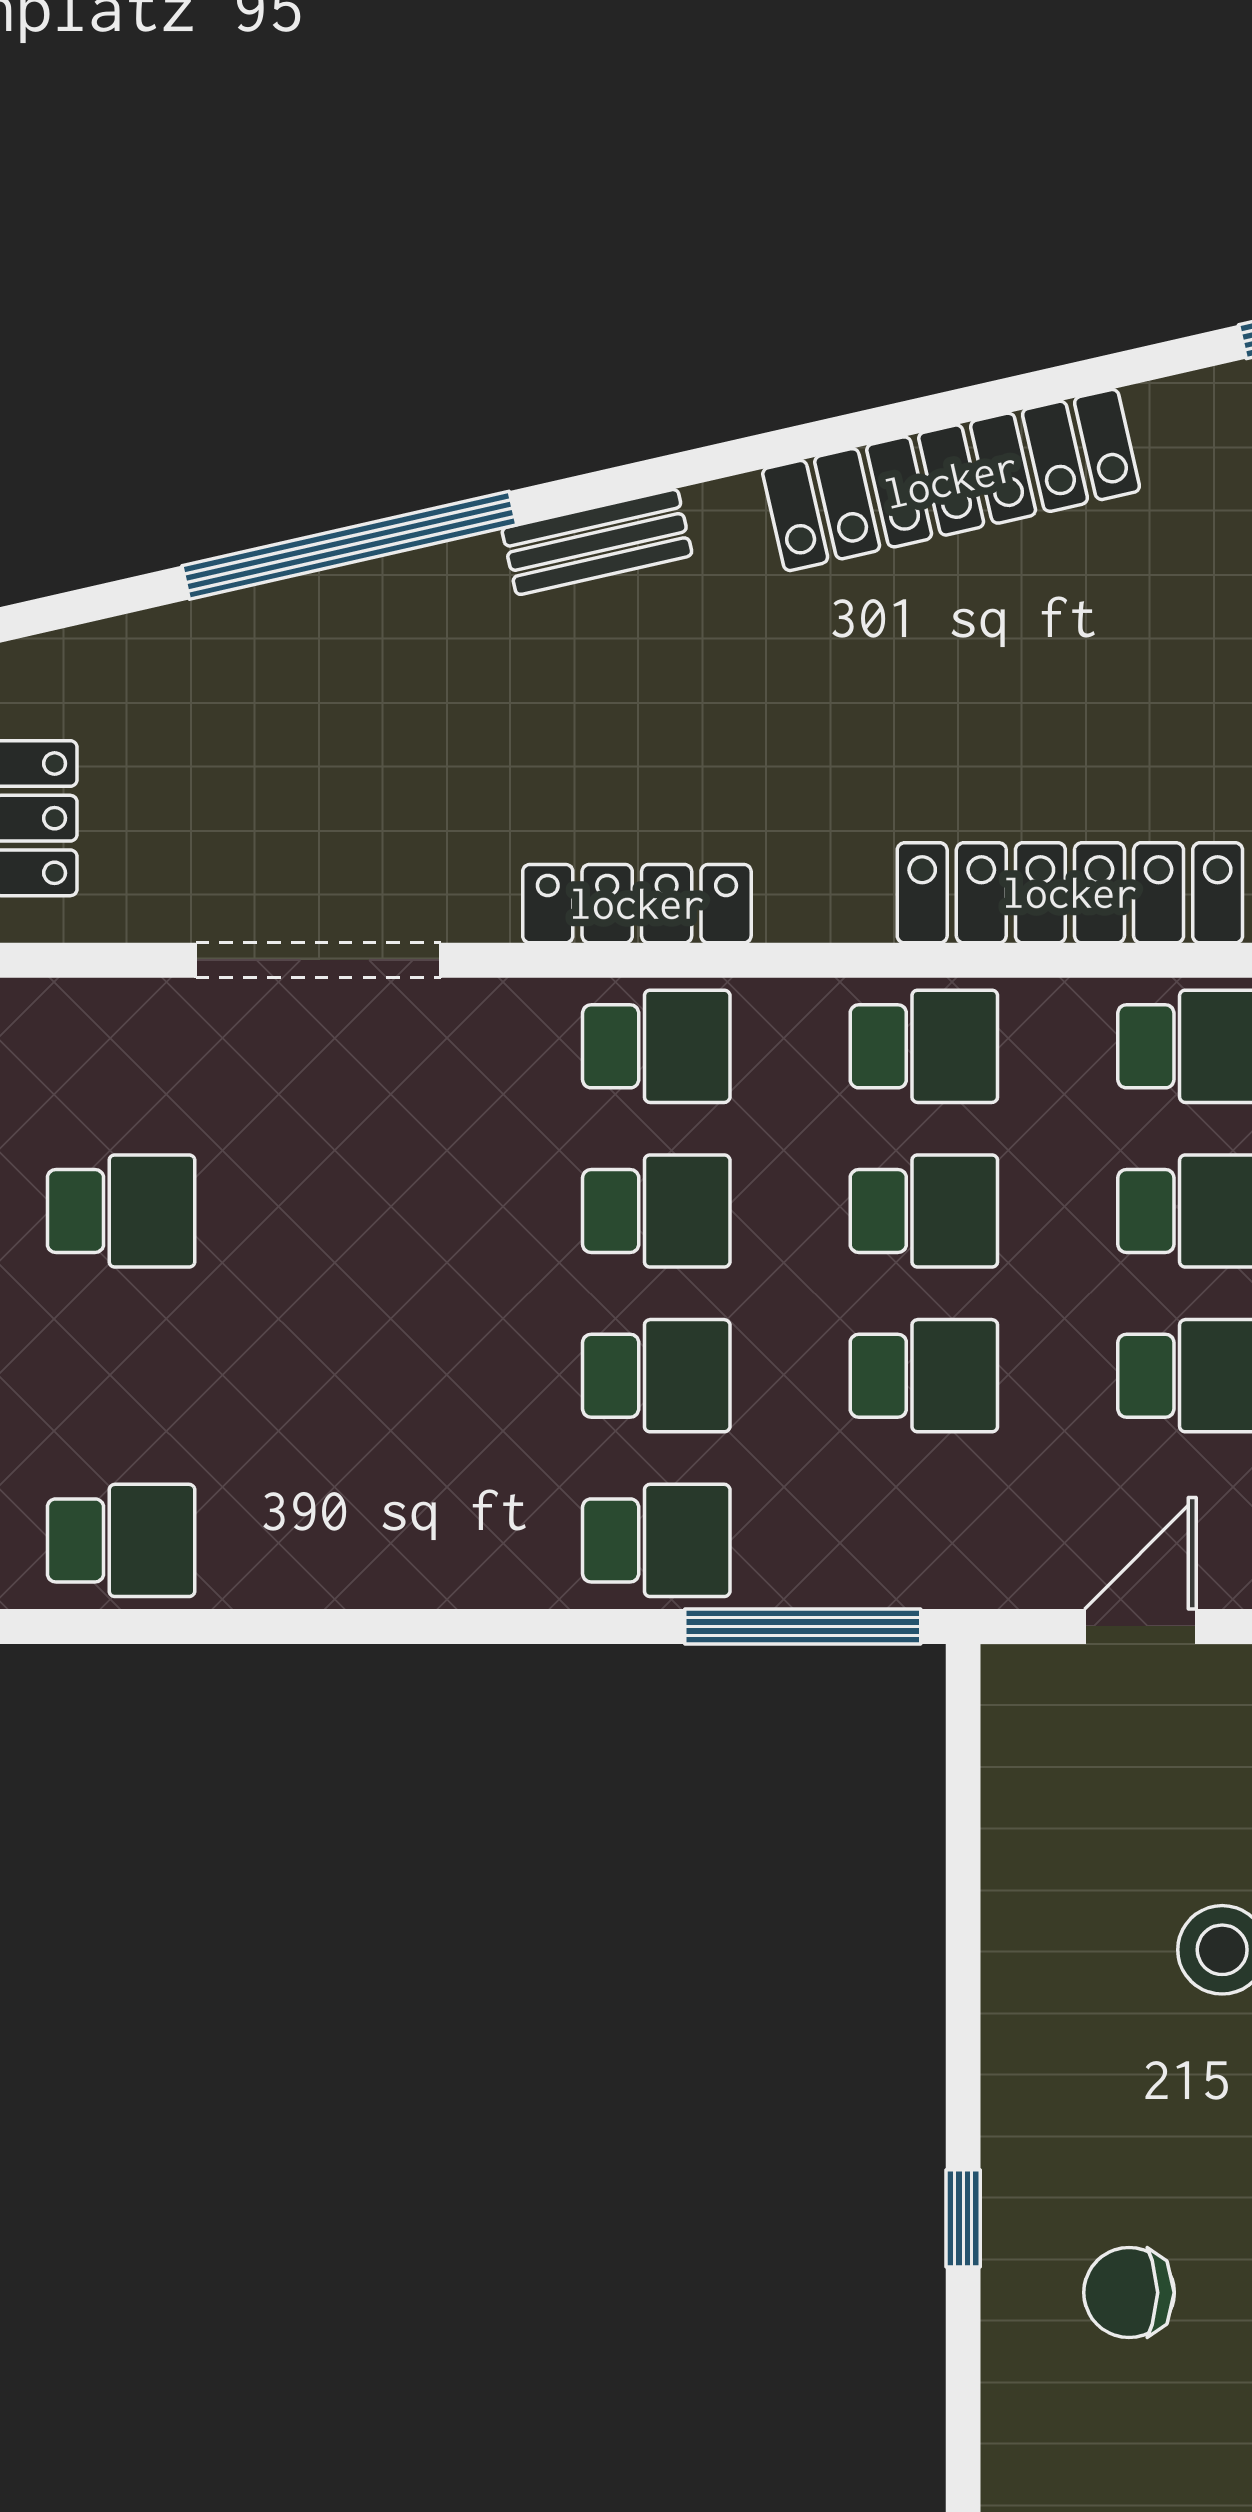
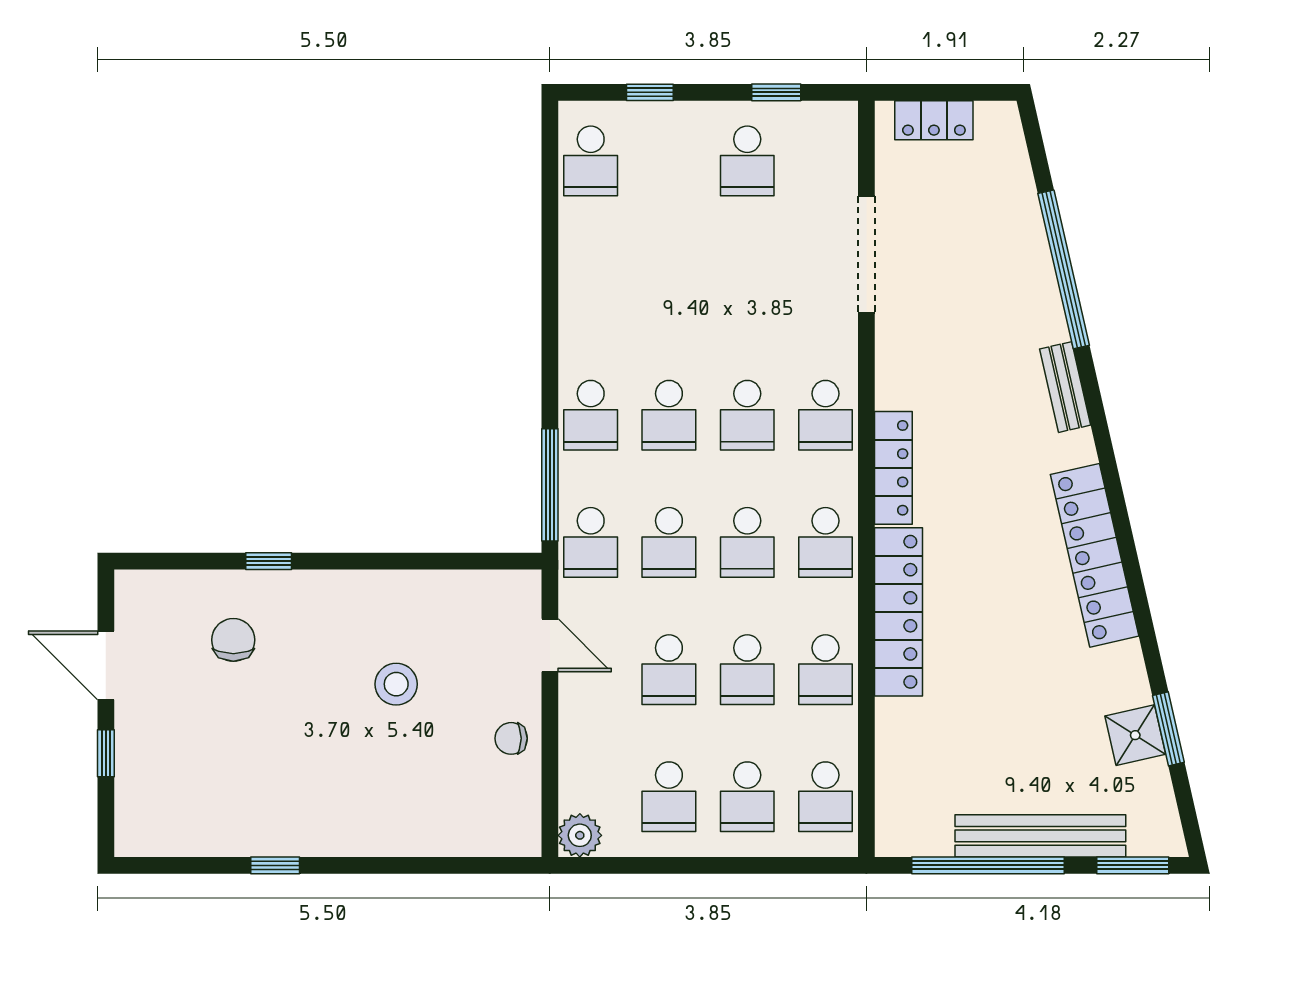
locker: (637, 904) -> (893, 468), moved
school desk: (924, 1540) -> (591, 542), added

